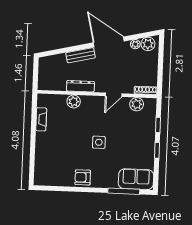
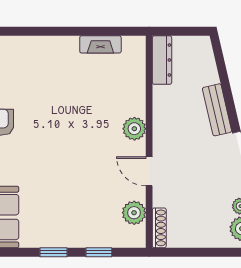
dresser: (80, 86) -> (162, 60), moved
plant: (74, 102) -> (134, 129), moved
side table: (99, 142) -> (64, 148), removed

